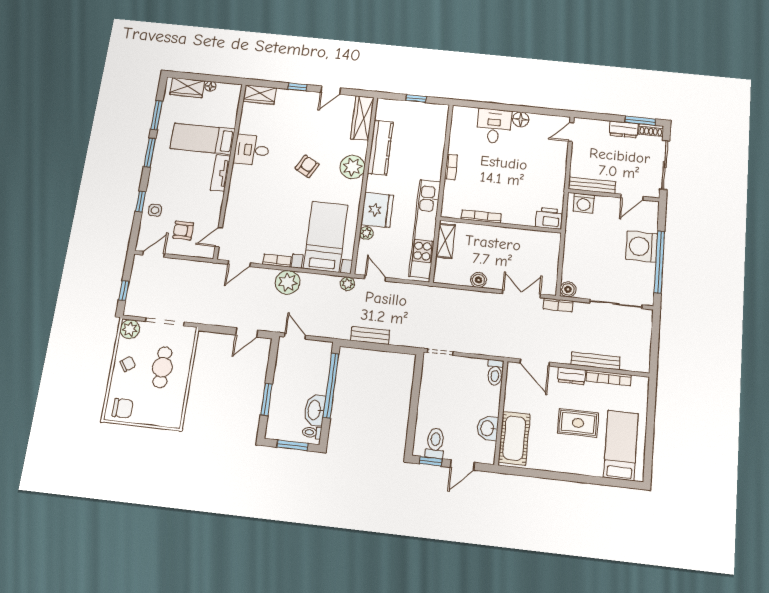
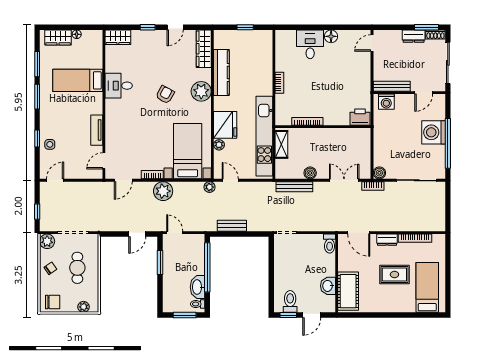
tv unit: (220, 173) -> (97, 130), moved
armchair: (183, 230) -> (75, 158), removed
bench: (595, 361) -> (294, 187), moved
window: (266, 399) -> (160, 262), moved
plant: (162, 419) -> (84, 307), added

